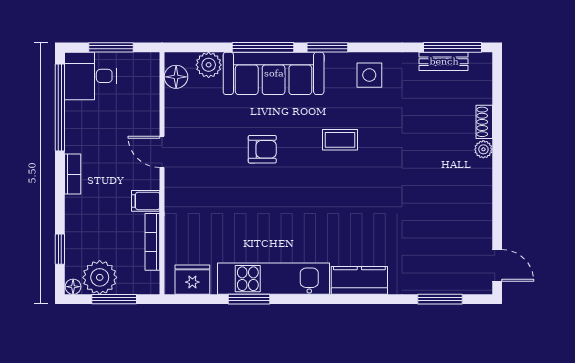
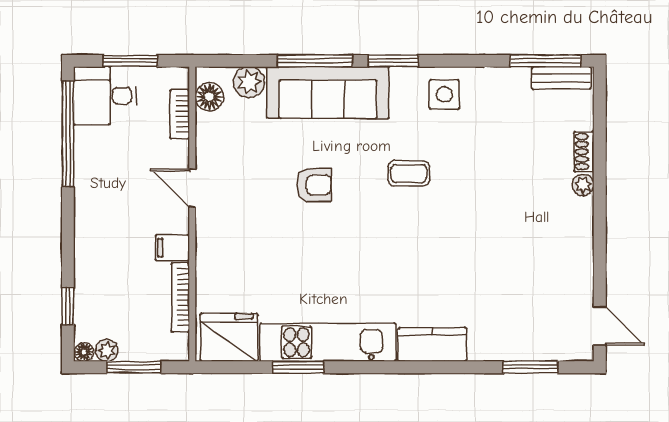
bench: (444, 61) -> (561, 78), moved
bookcase: (73, 174) -> (180, 114), moved, turned 180
plant: (100, 277) -> (107, 350), width x0.53, depth x0.53
fridge: (192, 280) -> (229, 337), width x1.36, depth x1.34

